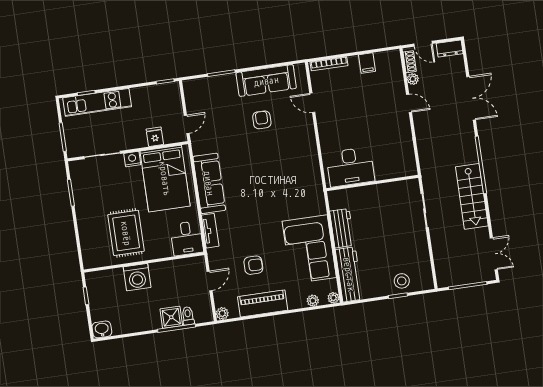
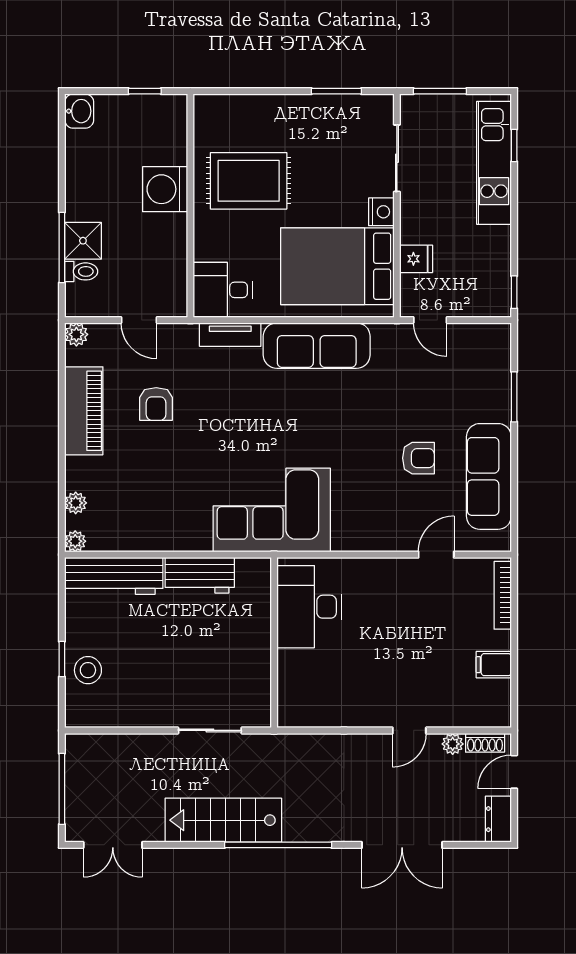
corner sofa: (309, 249) -> (272, 510), moved

